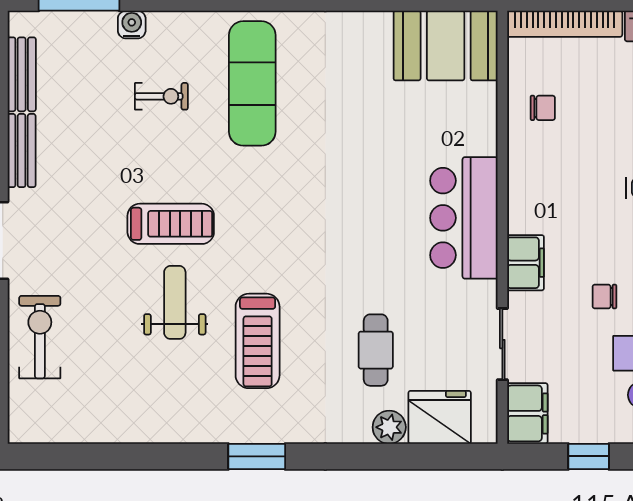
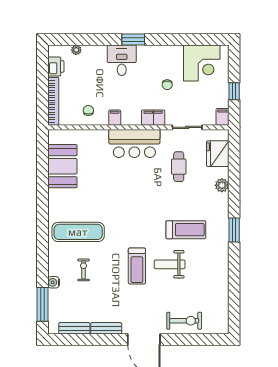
booth: (446, 46) -> (62, 166), moved
filing cabinet: (526, 171) -> (115, 118), added
treadmill: (171, 224) -> (137, 266), turned 180
exercise bike: (40, 337) -> (184, 321), turned 180
cafe table: (376, 350) -> (179, 167), moved, turned 90
filing cabinet: (527, 413) -> (222, 117), width x0.50
plant: (389, 427) -> (222, 185), moved

